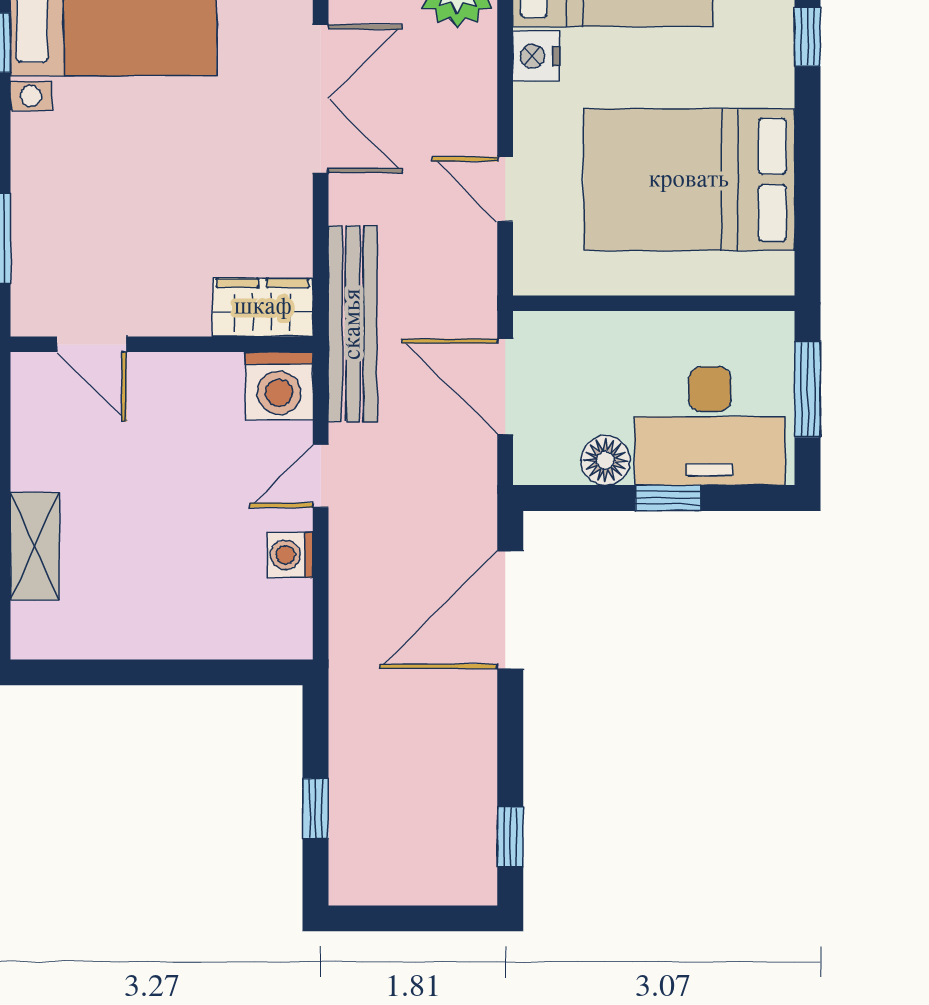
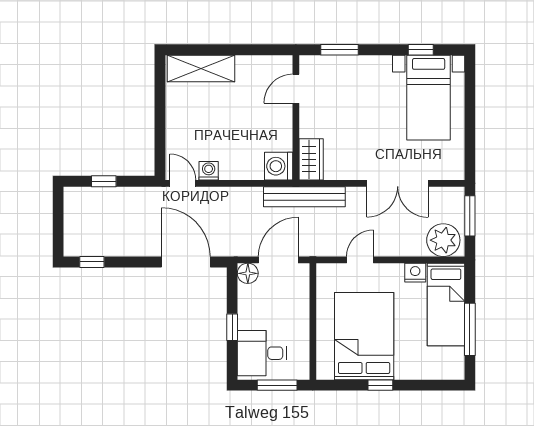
window: (808, 37) -> (380, 385), moved
desk: (710, 426) -> (262, 353), width x0.73
floor lamp: (605, 460) -> (248, 273), moved
door: (321, 476) -> (183, 183), moved
shelving: (35, 546) -> (201, 68), width x1.50, depth x1.33

